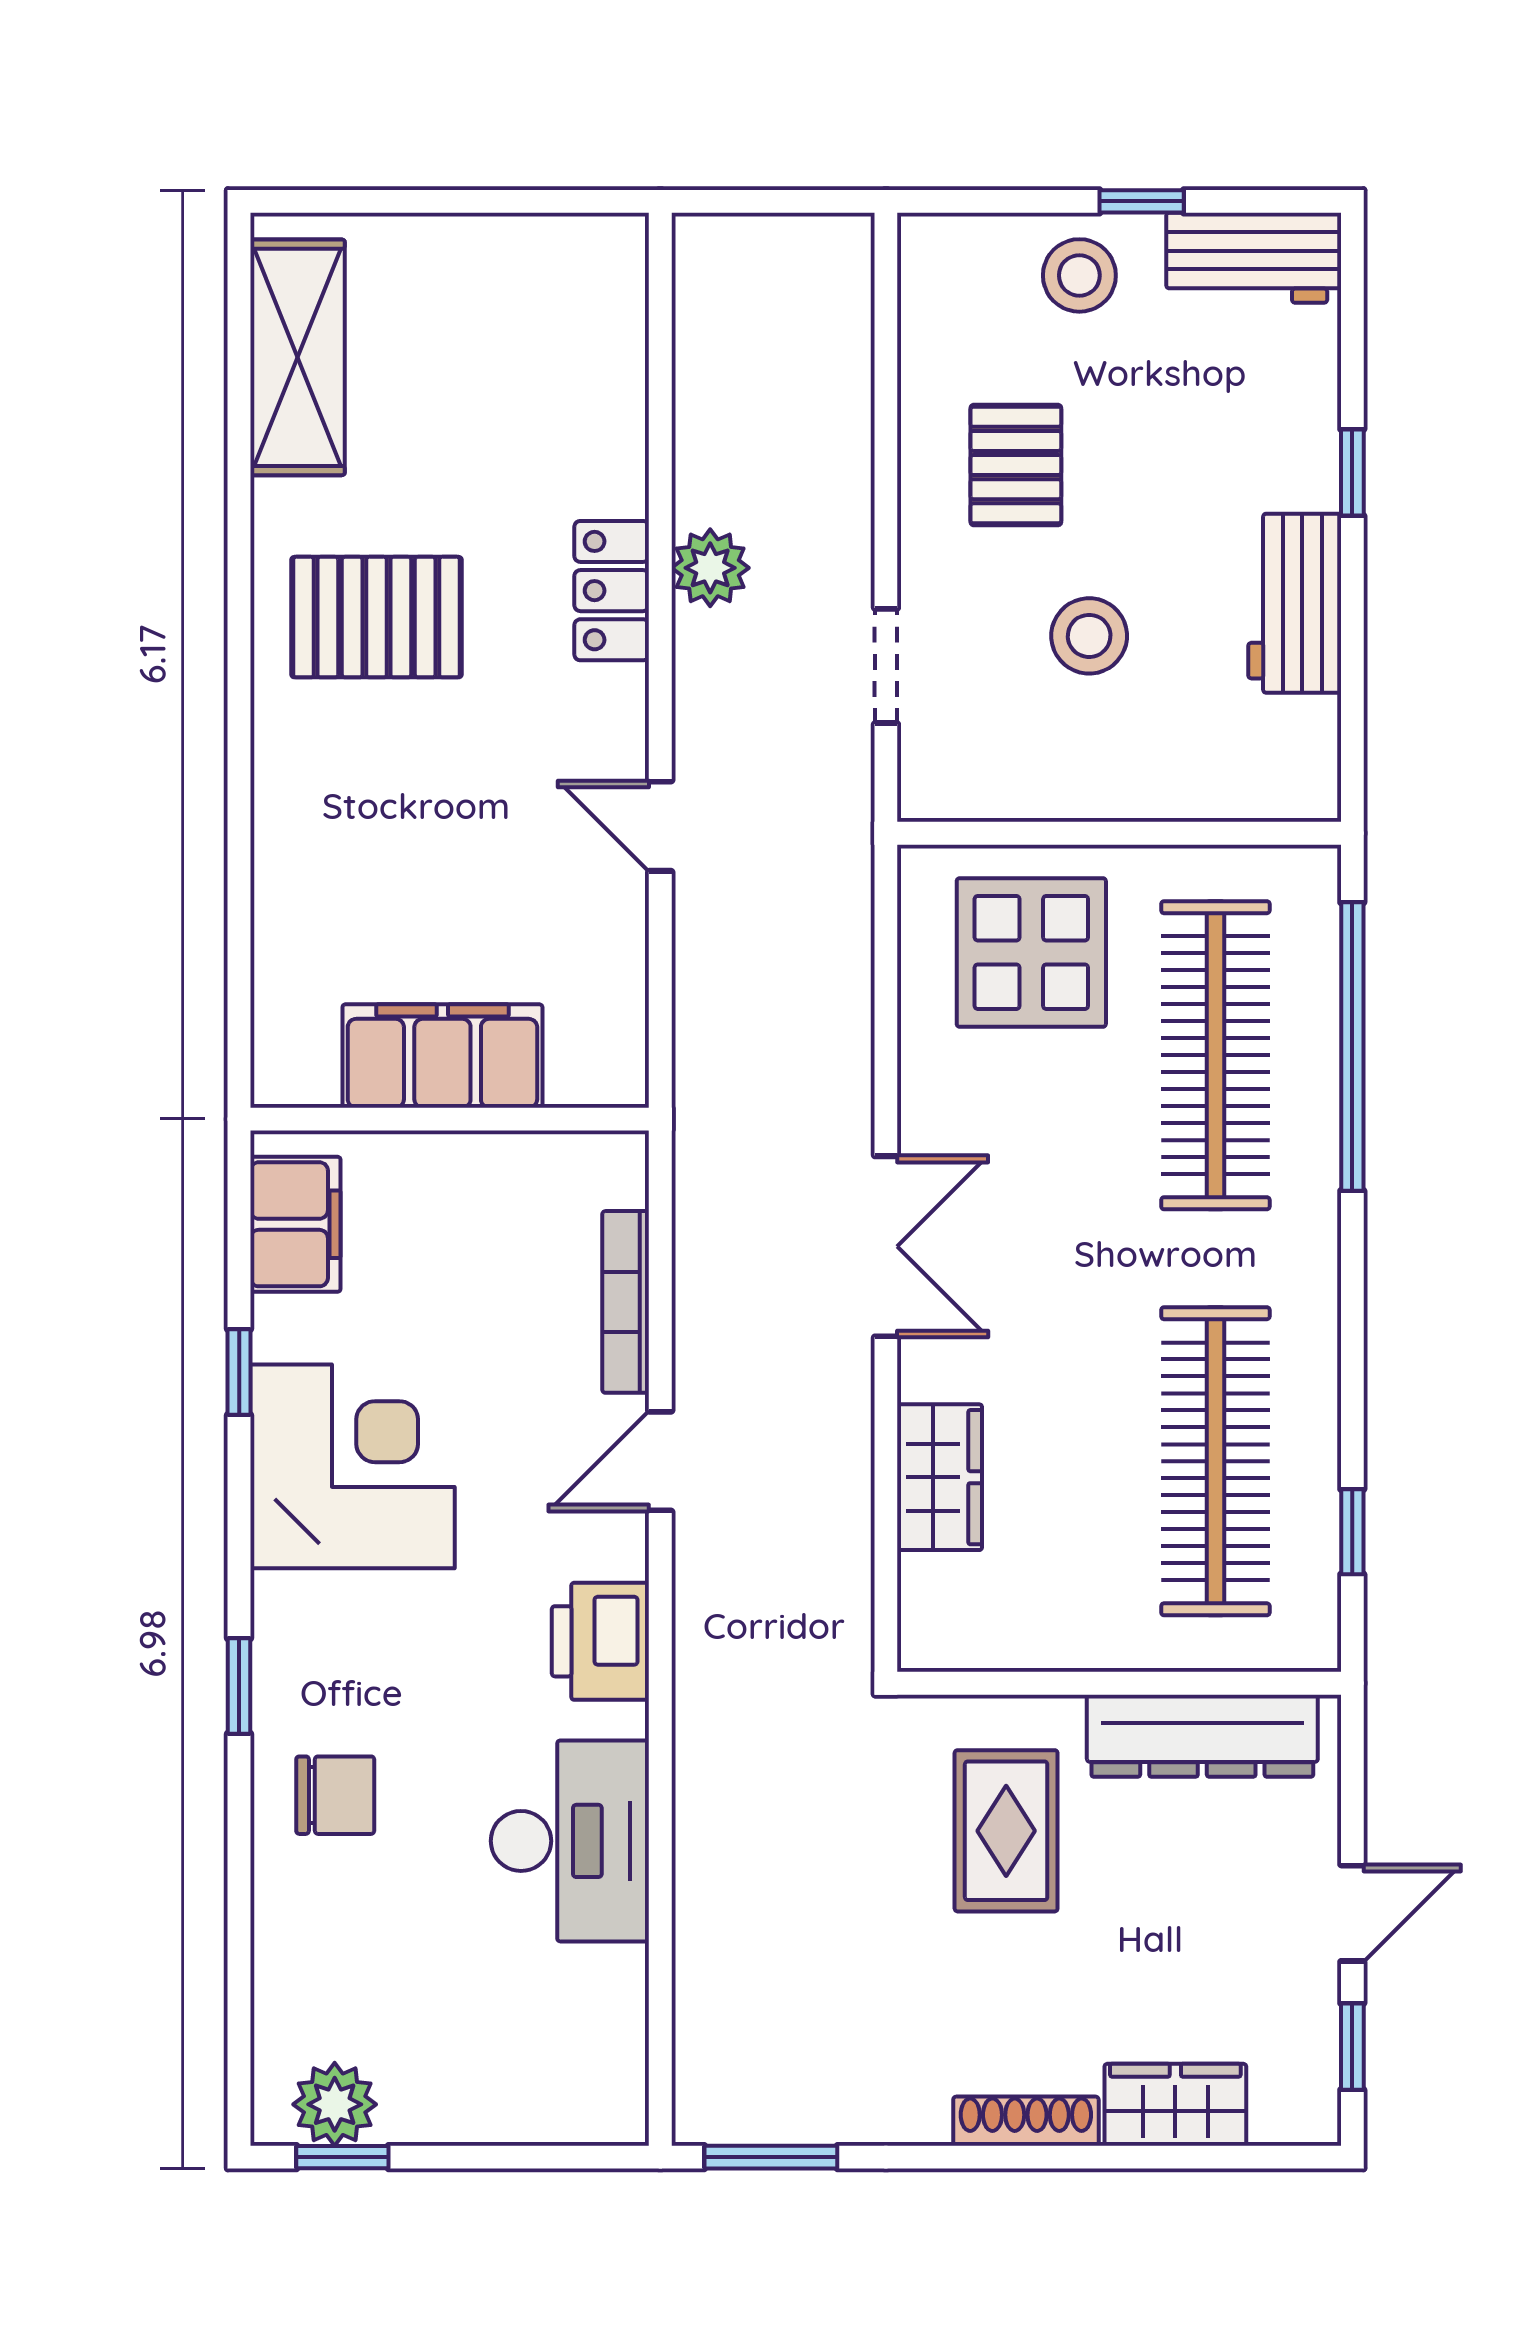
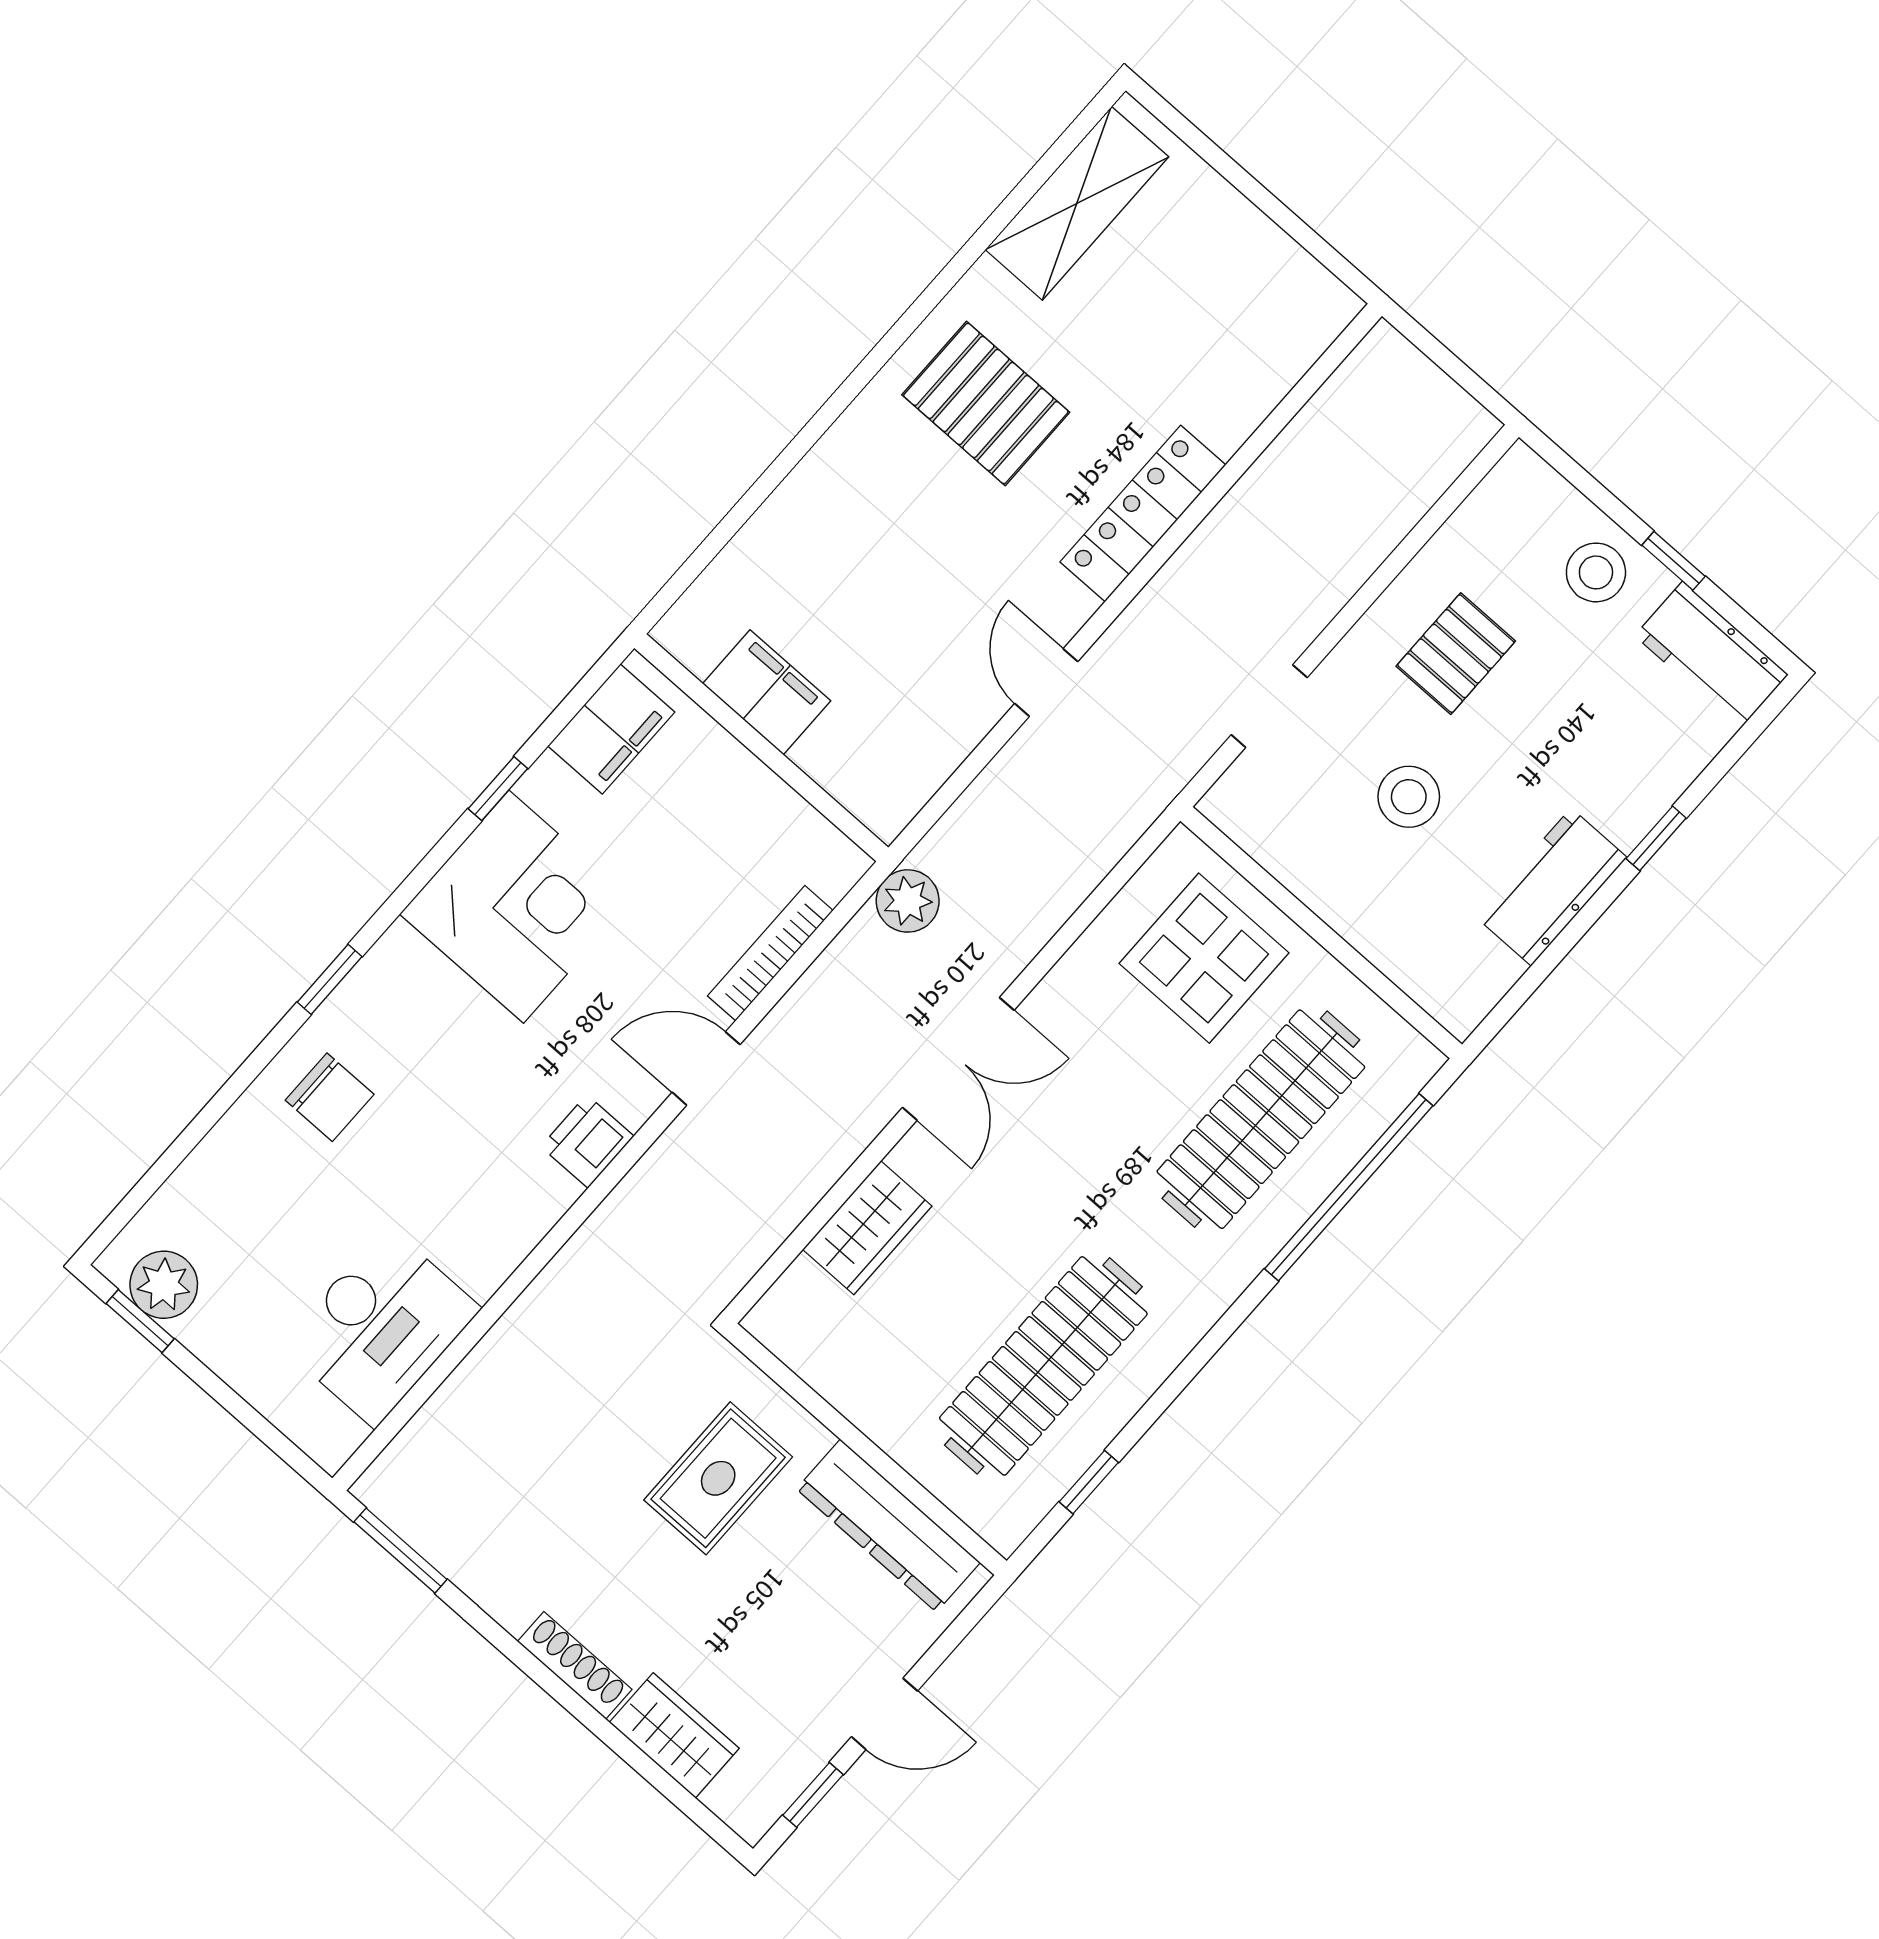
plant: (710, 568) -> (908, 901), moved
locker: (612, 591) -> (1143, 513), width x1.53
filing cabinet: (442, 1056) -> (767, 692), width x0.67, depth x0.86
printer: (600, 1641) -> (587, 1141), width x0.73, depth x0.81
desk: (570, 1841) -> (381, 1327), moved

